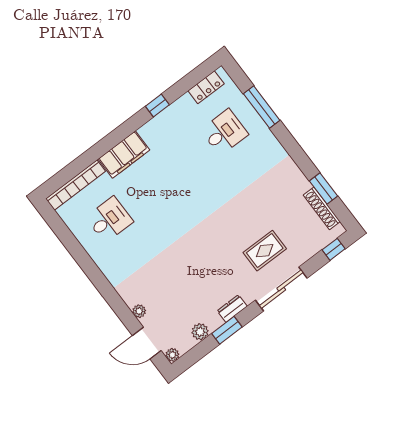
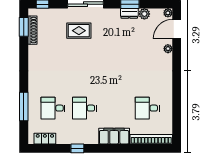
desk: (186, 161) -> (85, 108), added
window: (324, 189) -> (24, 27), moved
dresser: (232, 309) -> (129, 13), moved
door: (147, 343) -> (177, 29), swing flipped

